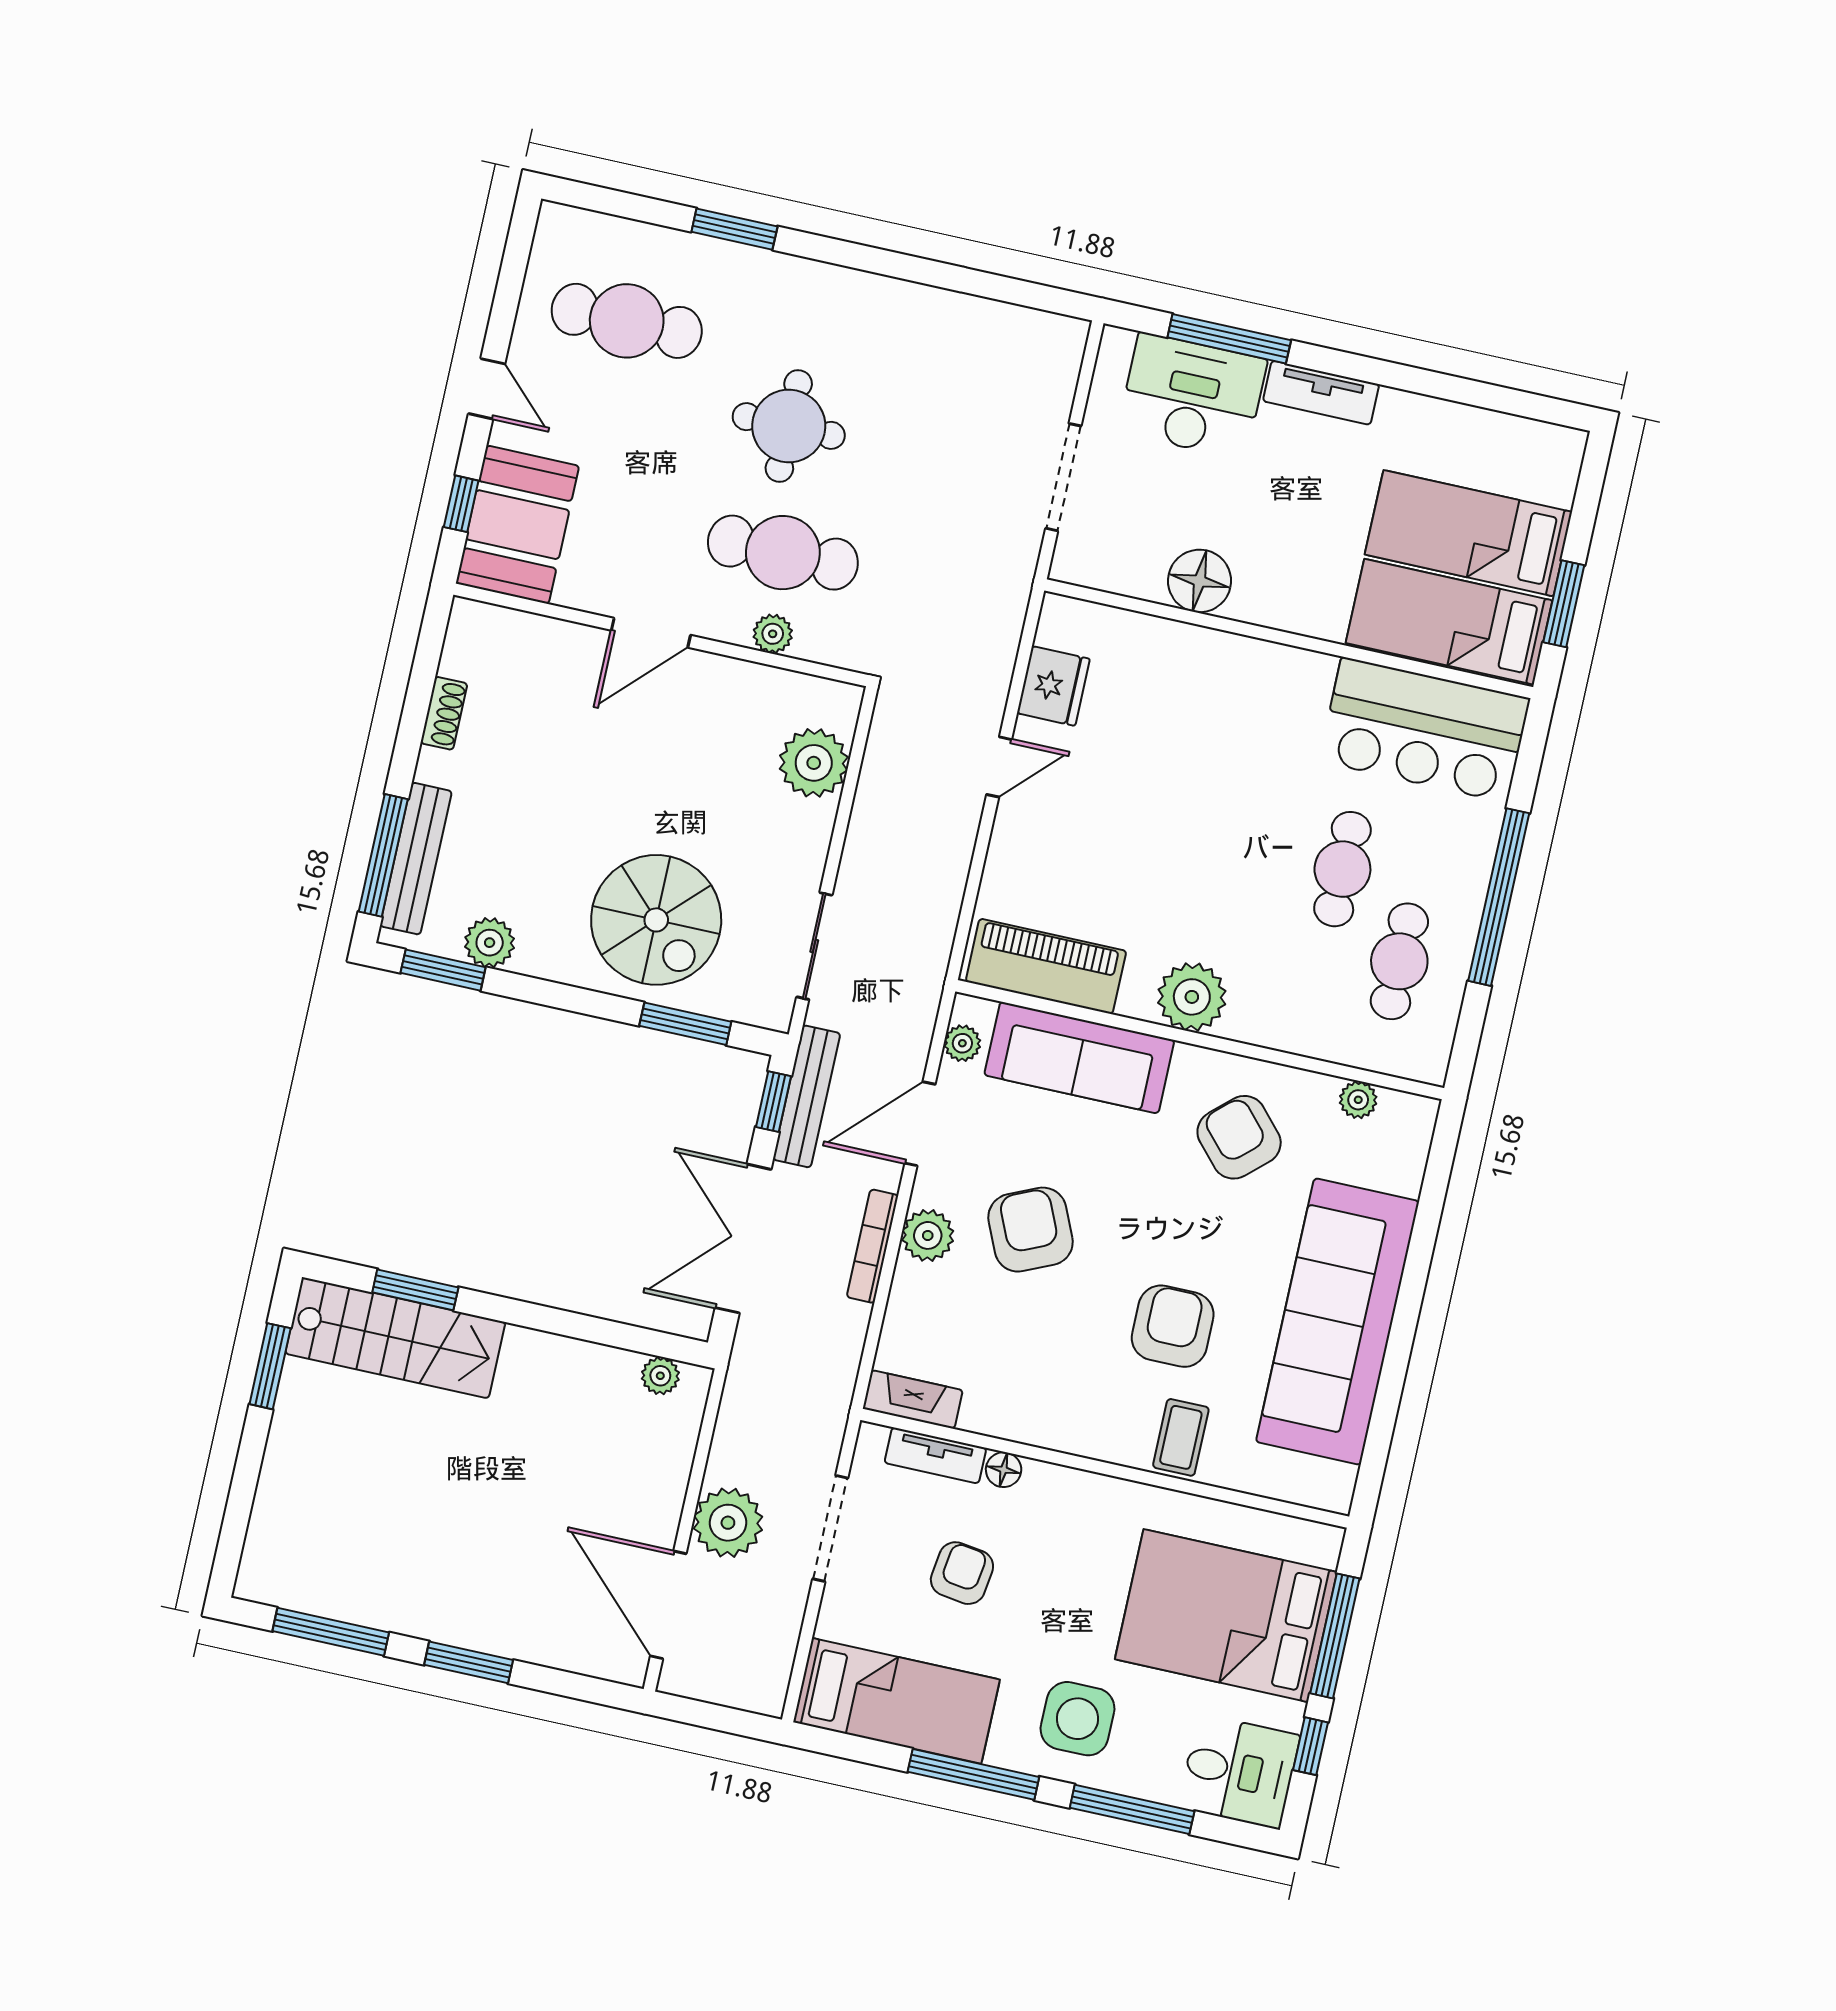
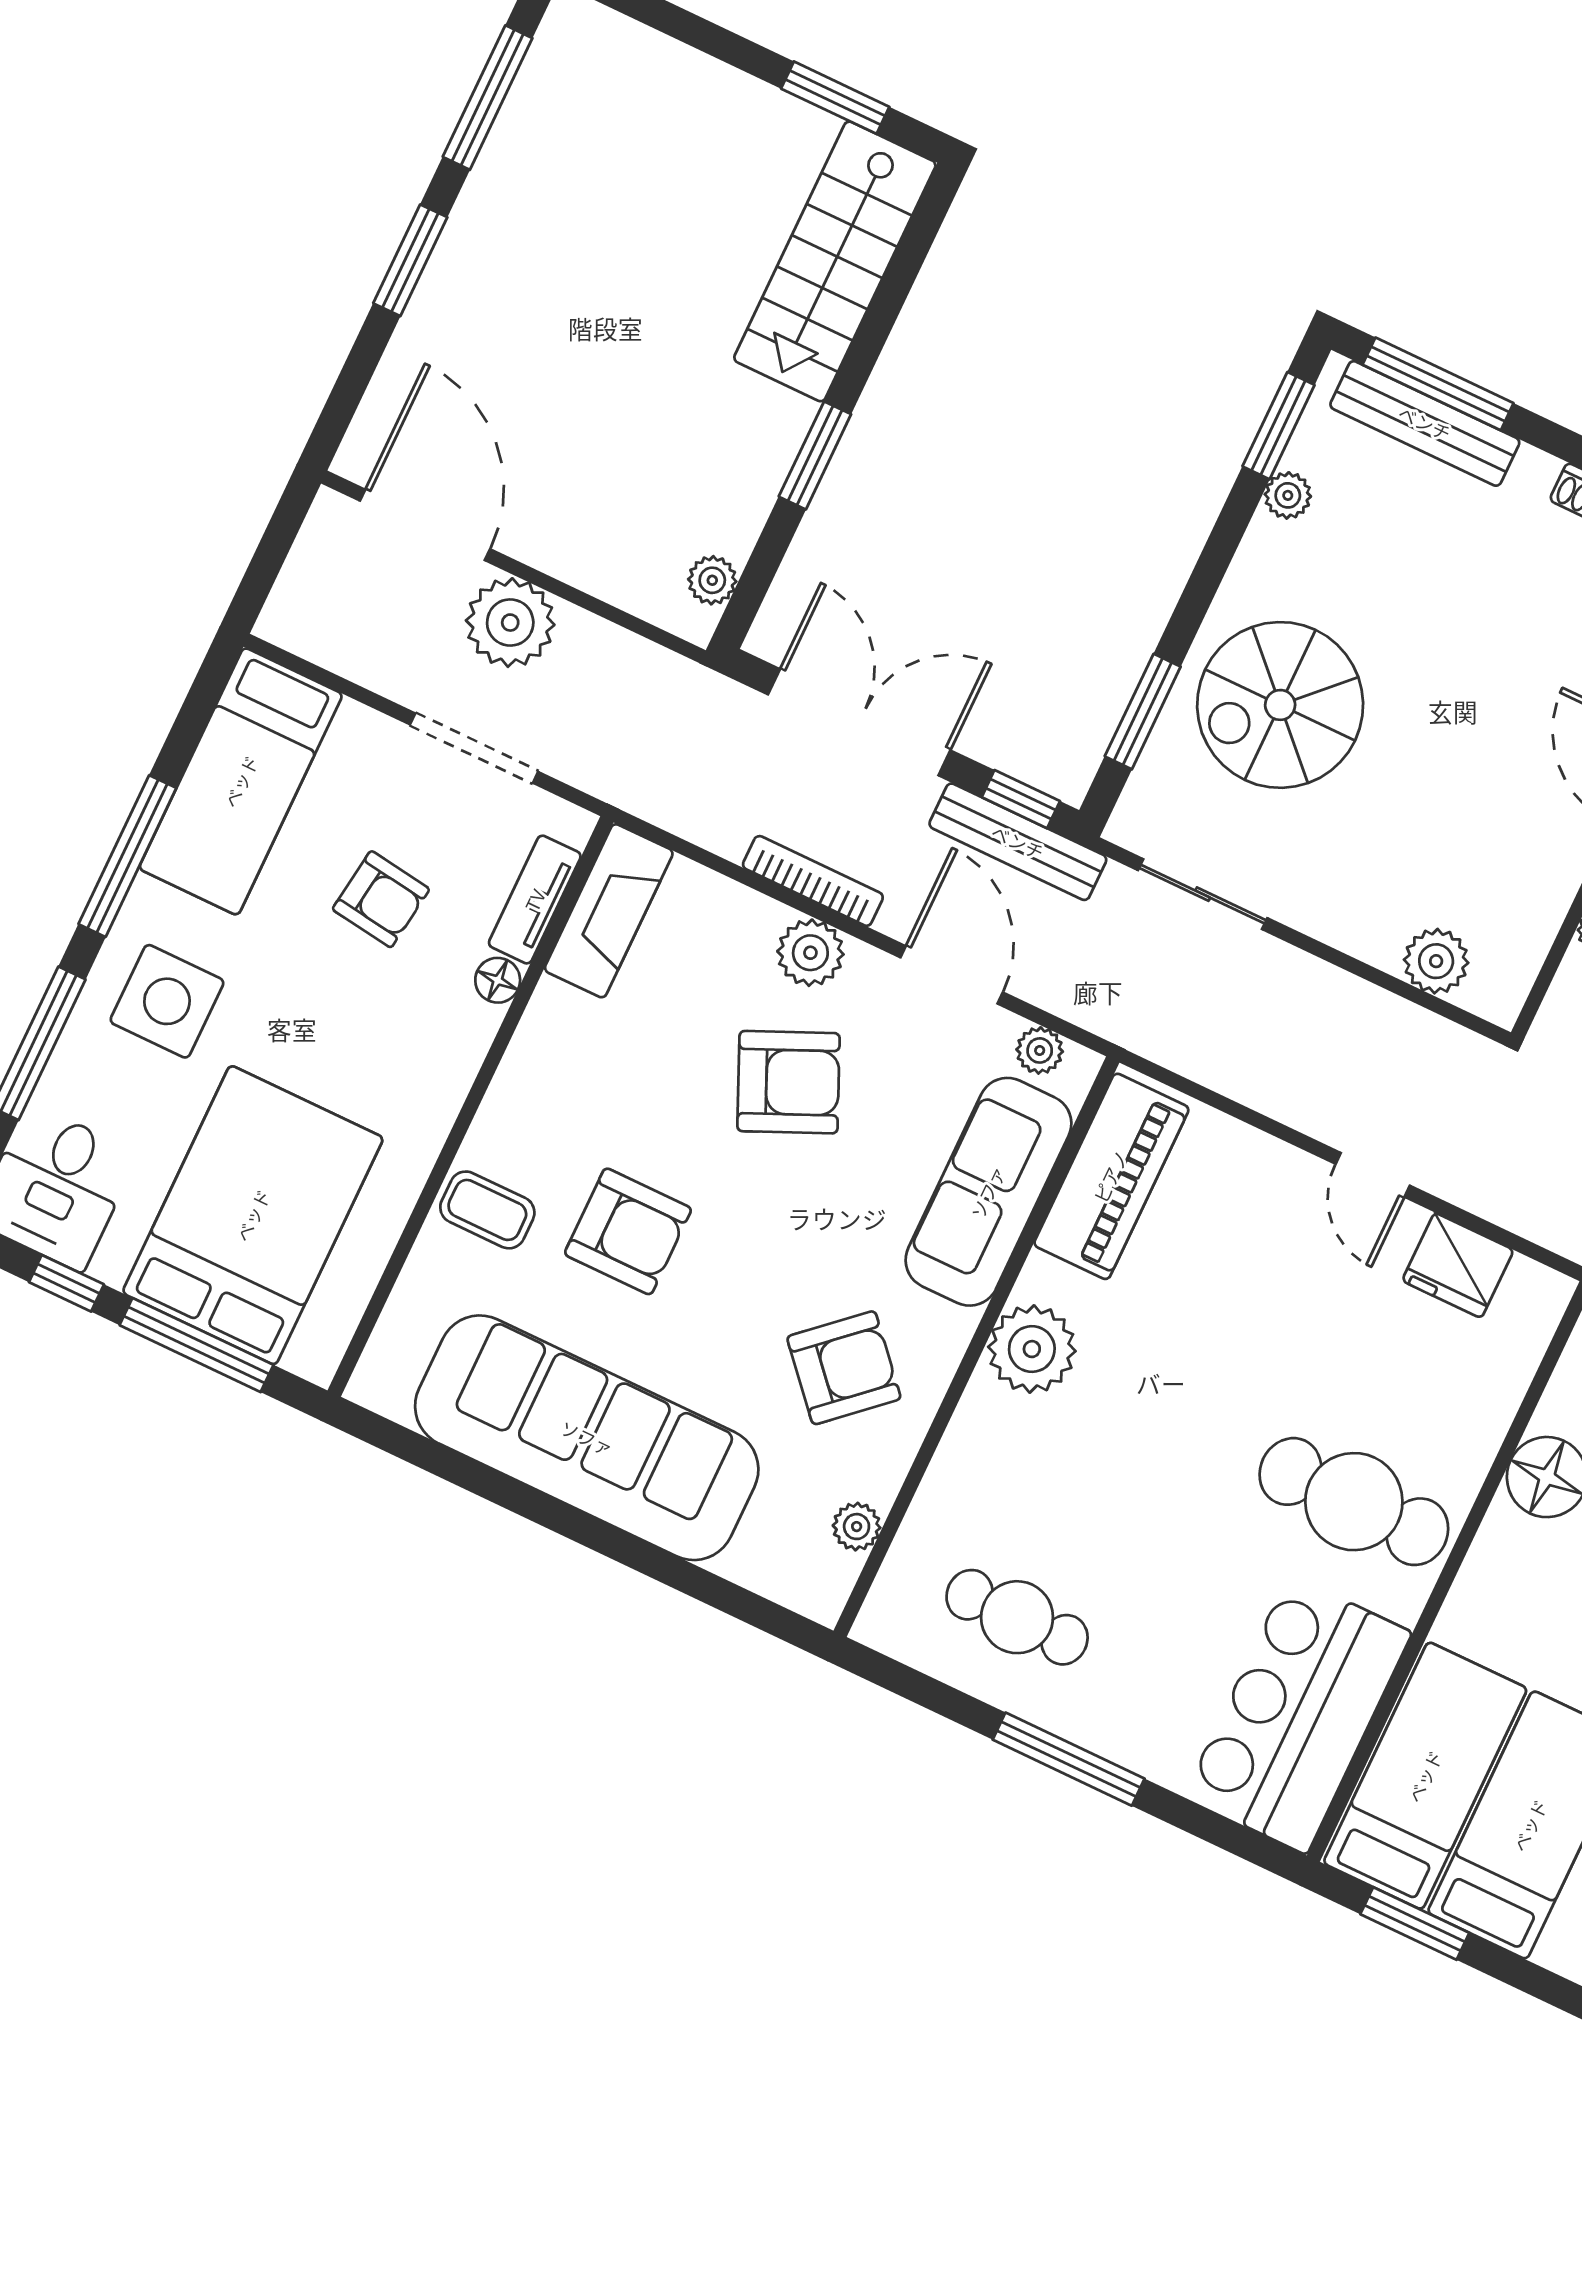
plant: (814, 763) -> (1436, 961), width x0.73, depth x0.73
cafe table: (1342, 869) -> (1354, 1502), moved, width x1.37, depth x1.35
window: (1499, 897) -> (1069, 1759), width x0.68
plant: (490, 943) -> (1288, 495), width x0.73, depth x0.73
window: (415, 1290) -> (815, 455), moved
fireplace: (913, 1399) -> (609, 911), width x1.37, depth x1.32
door: (668, 1605) -> (425, 525), hinge flipped

